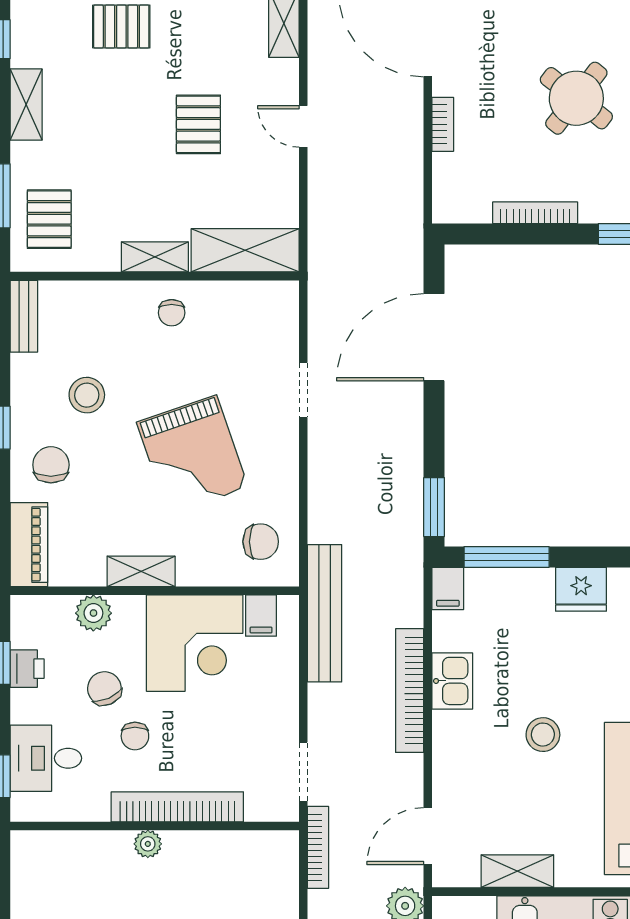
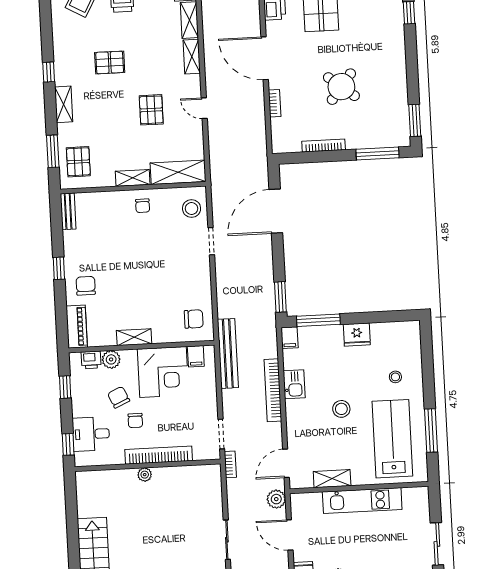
stool: (87, 395) -> (192, 209), moved
grand piano: (192, 455) -> (157, 277), removed
printer: (27, 669) -> (91, 360), moved, turned 90
bookcase: (318, 847) -> (230, 464), width x0.64

